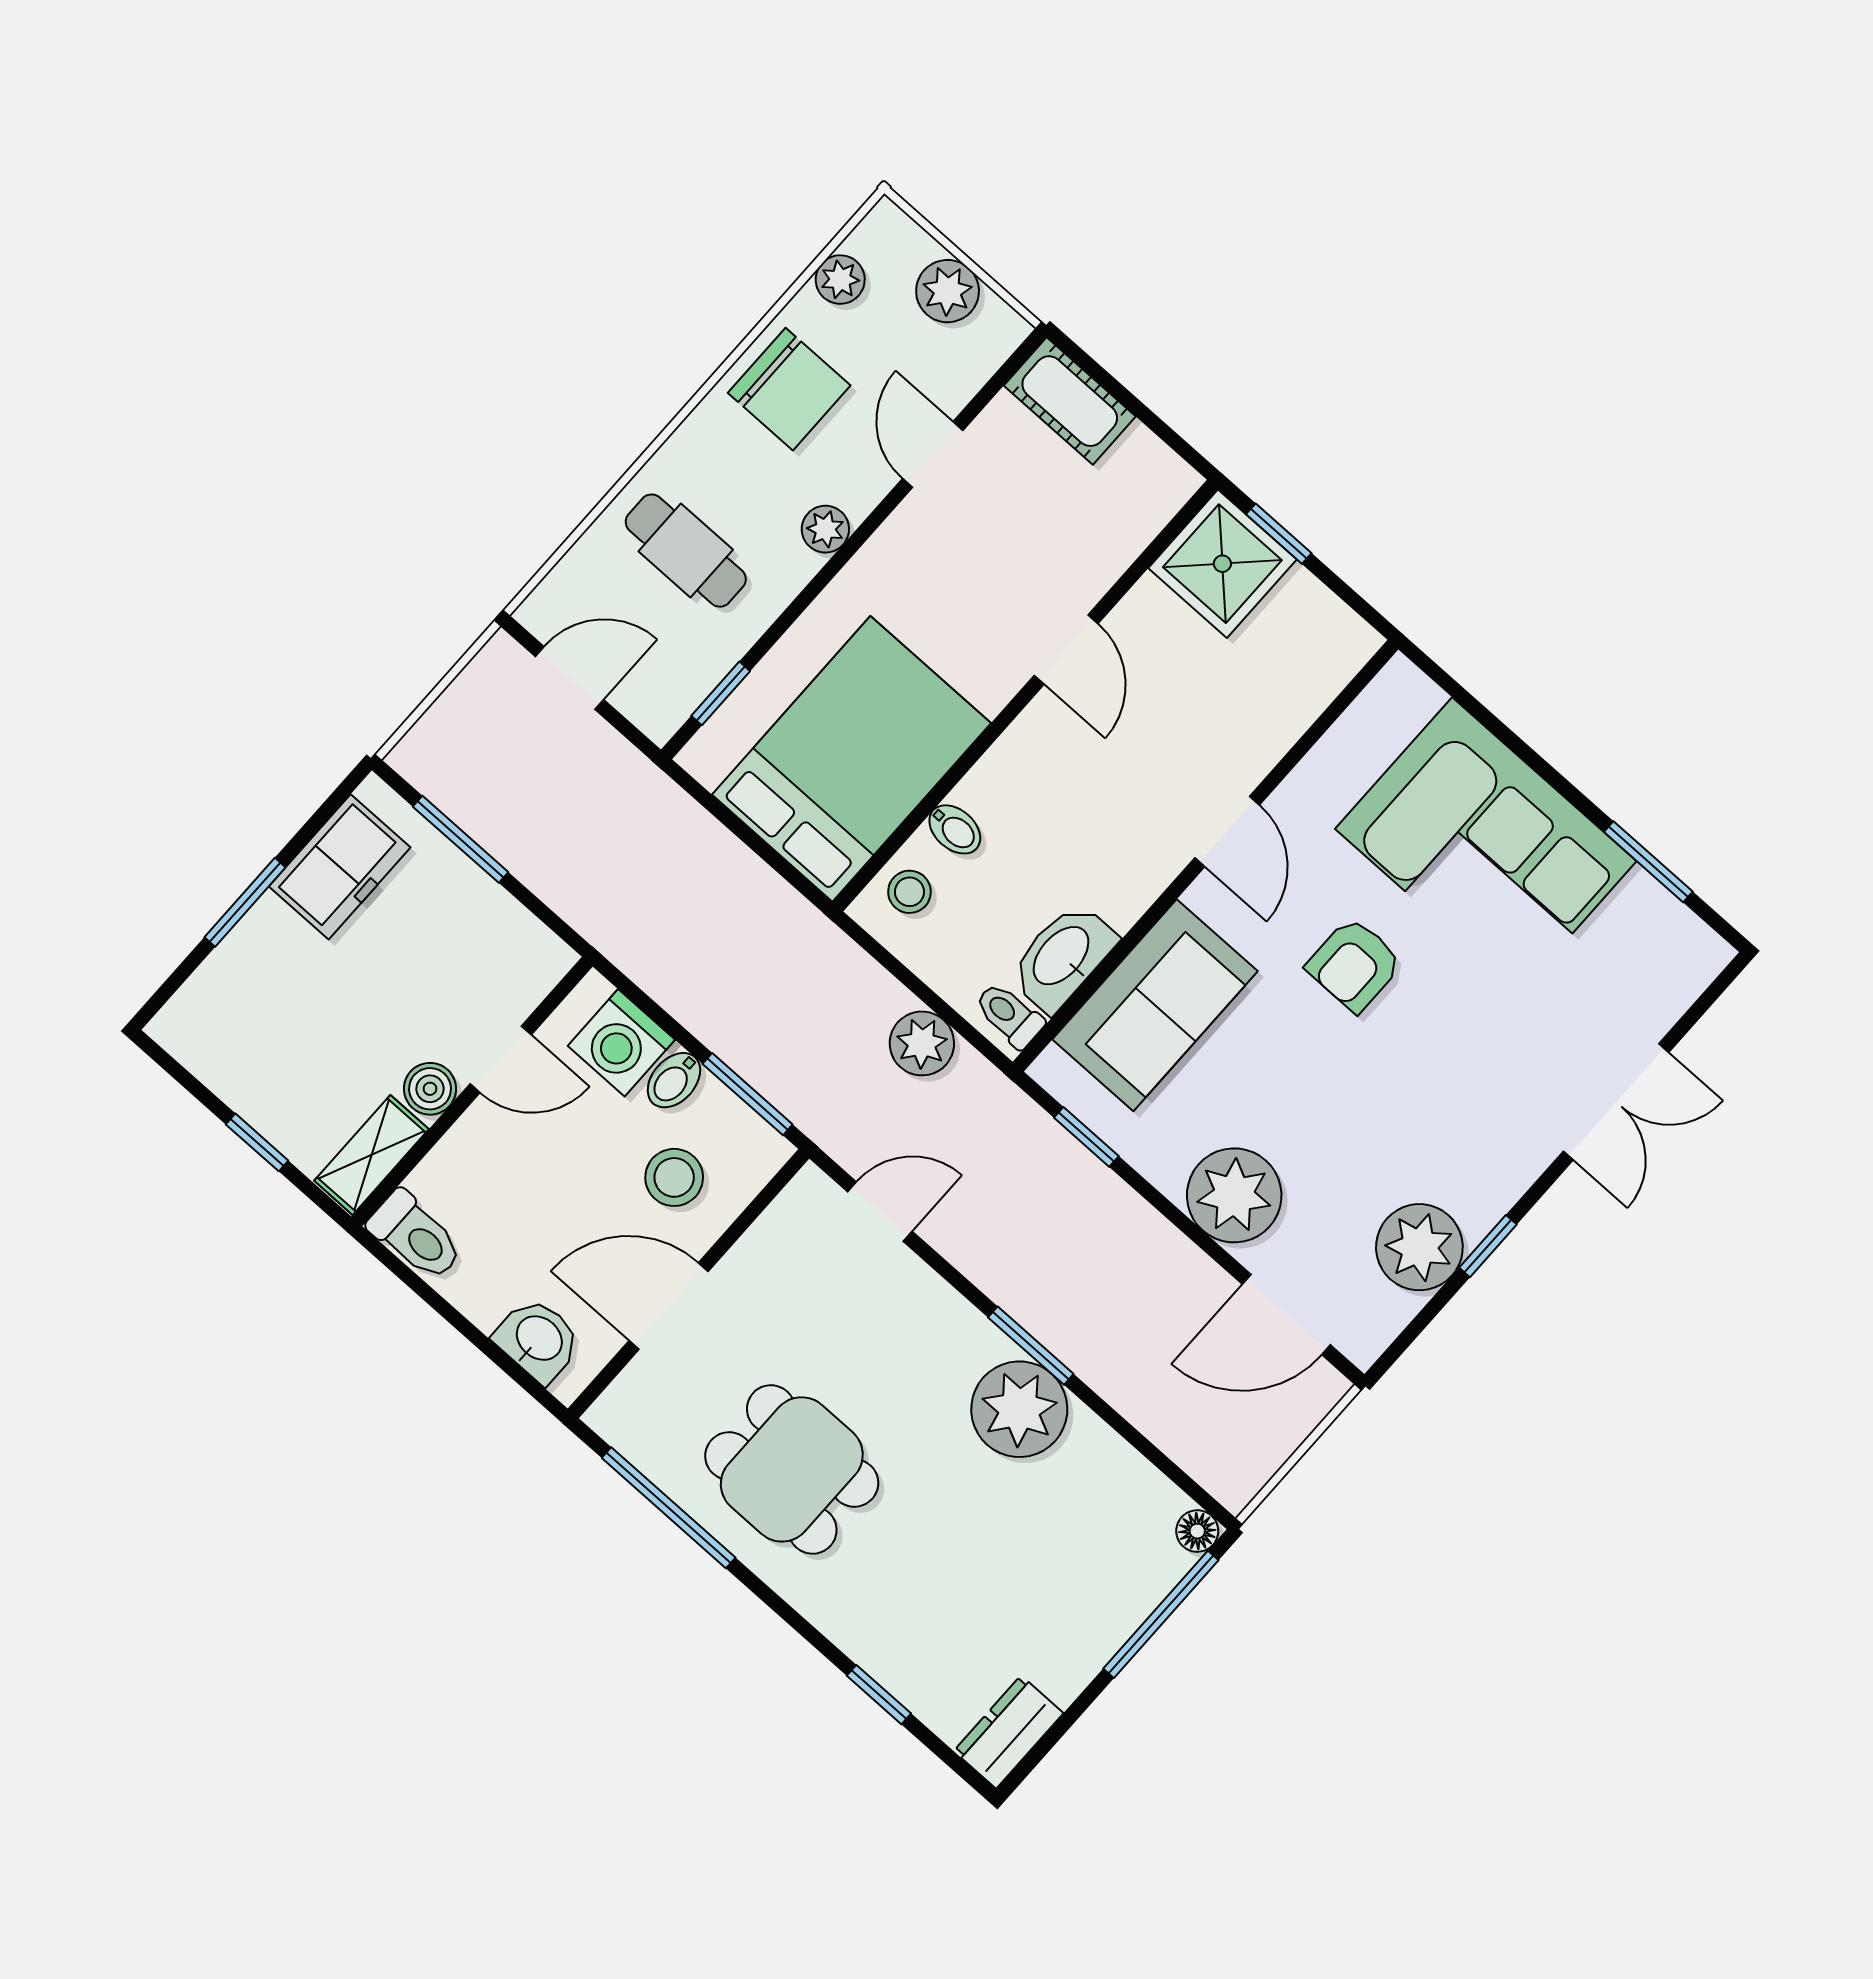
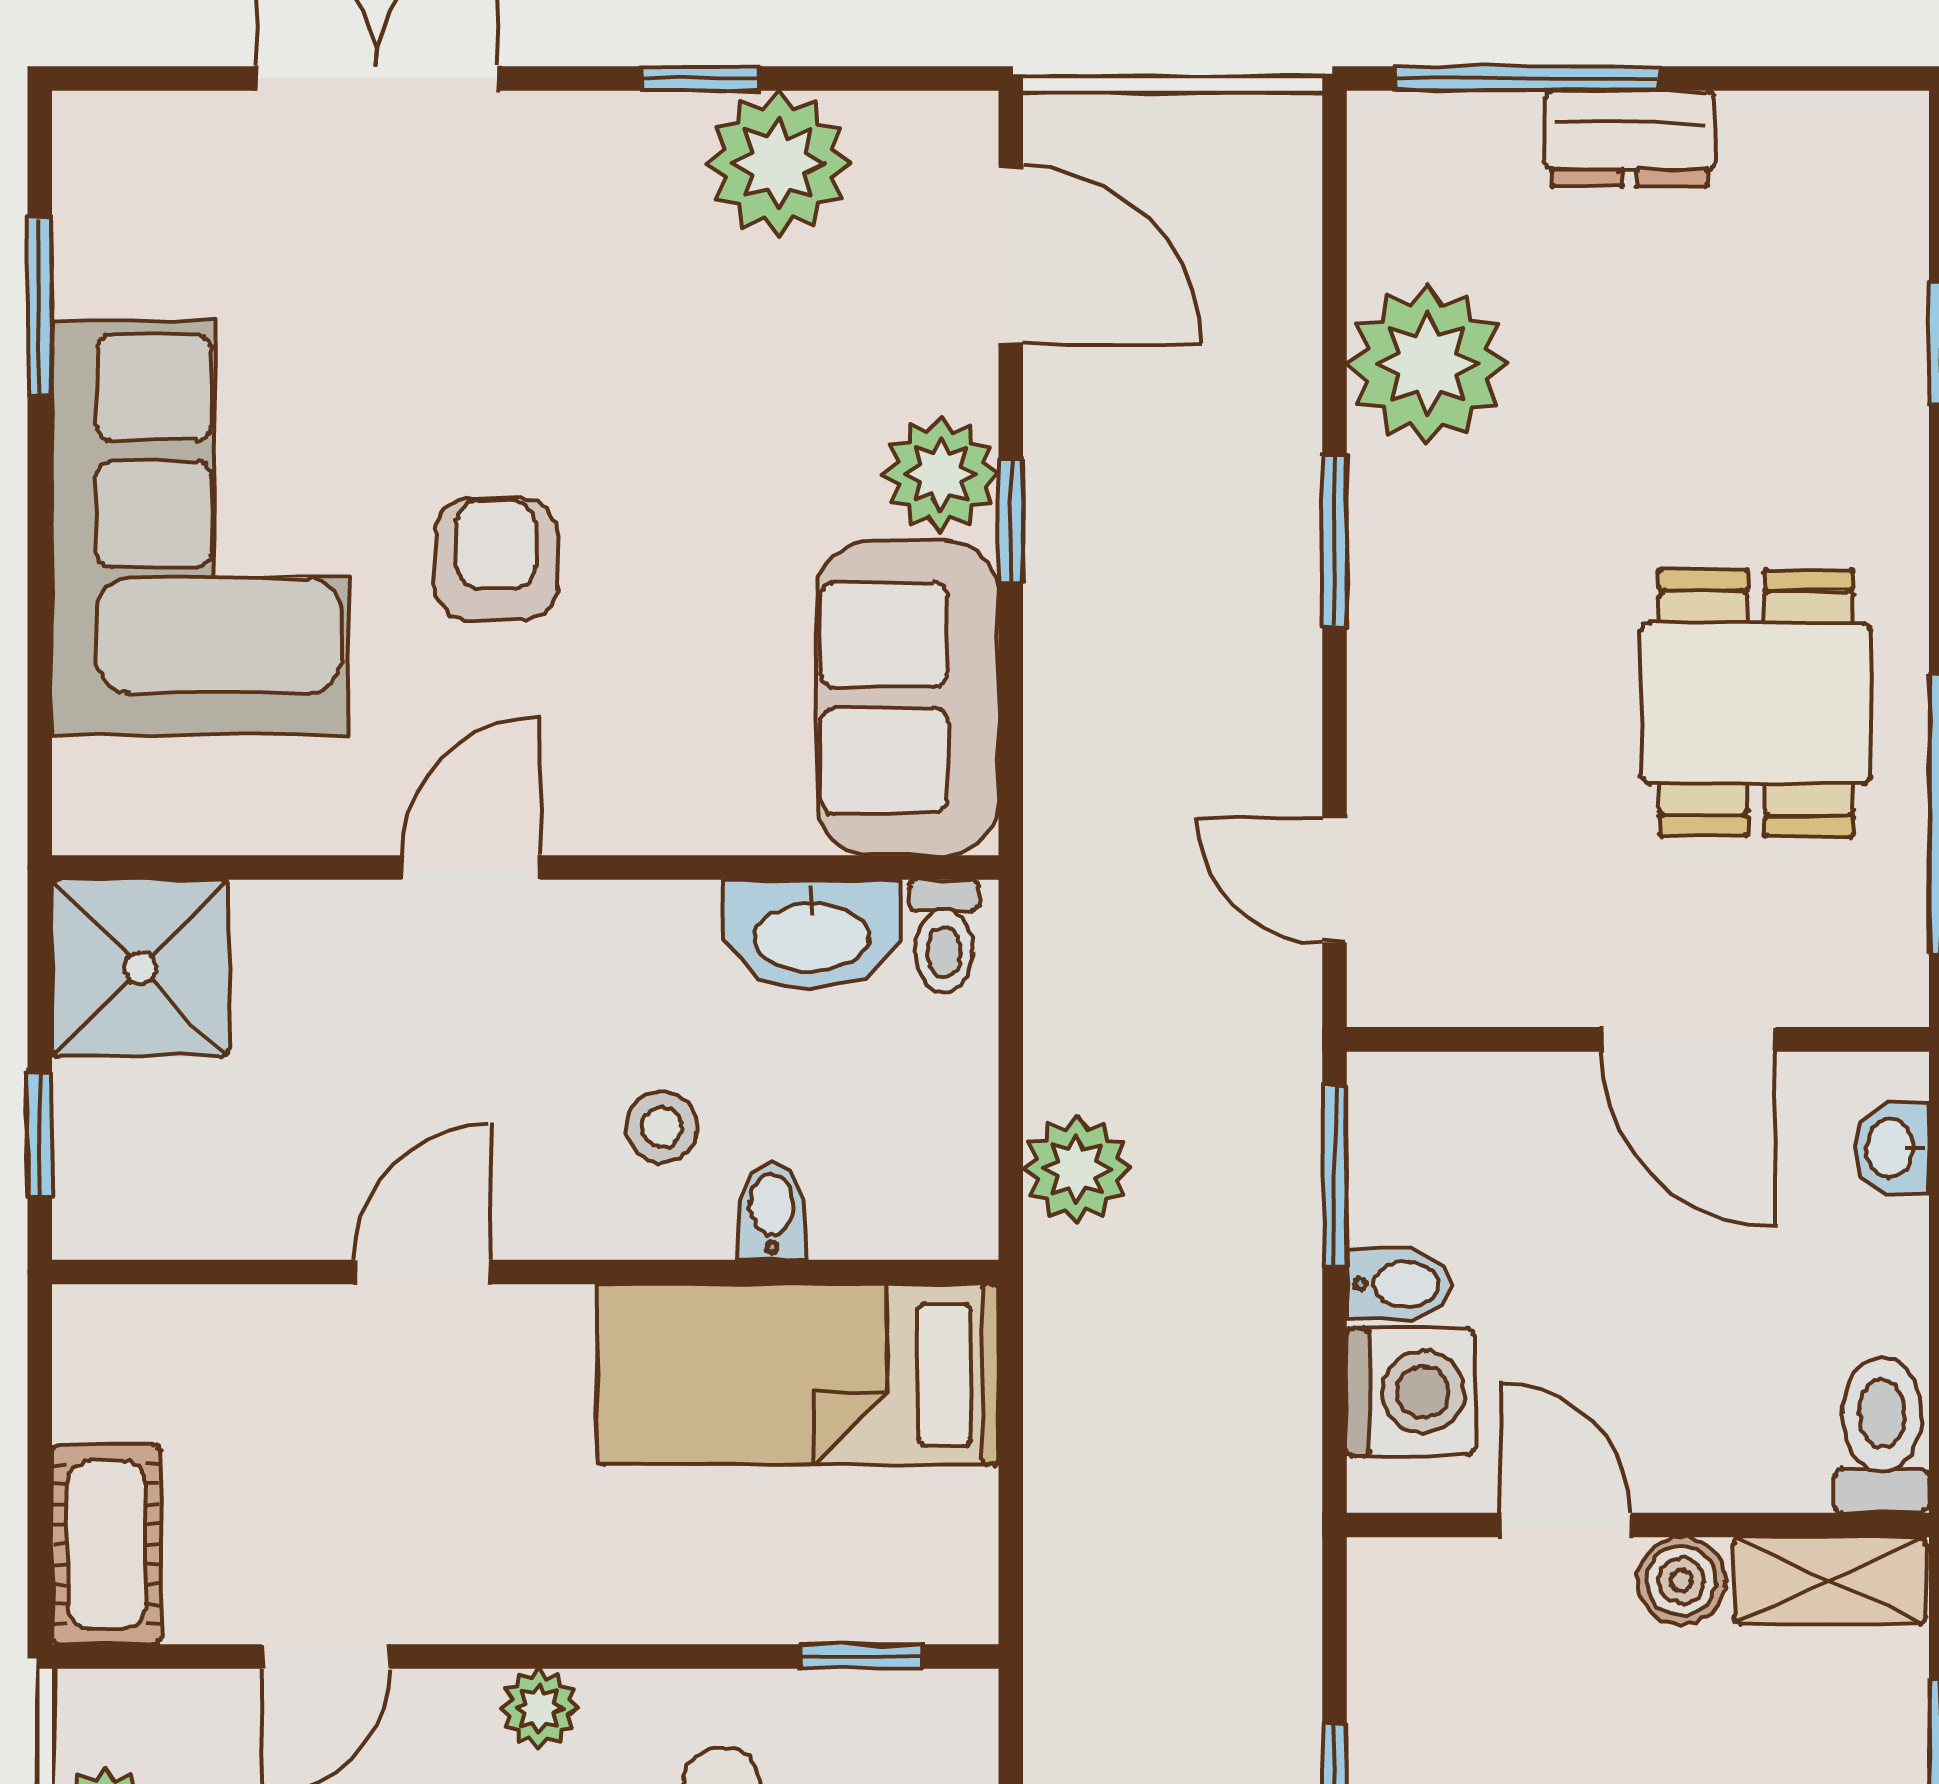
shower: (1222, 564) -> (140, 968), moved
bed: (851, 759) -> (798, 1374), width x0.67
stool: (909, 892) -> (662, 1127), moved
armchair: (1354, 965) -> (496, 559), turned -90
sofa: (1155, 1005) -> (908, 698), moved, turned -90
plant: (922, 1043) -> (1077, 1169), moved
window: (1086, 1137) -> (1011, 521), moved
stool: (674, 1177) -> (1521, 1176), removed
plant: (1234, 1195) -> (941, 474), width x0.73, depth x0.73
washbasin: (538, 1339) -> (1892, 1148), width x0.72, depth x0.69
plant: (1019, 1409) -> (1427, 364), moved
floor lamp: (1197, 1531) -> (1382, 126), removed
dresser: (1009, 1732) -> (1630, 139), moved

